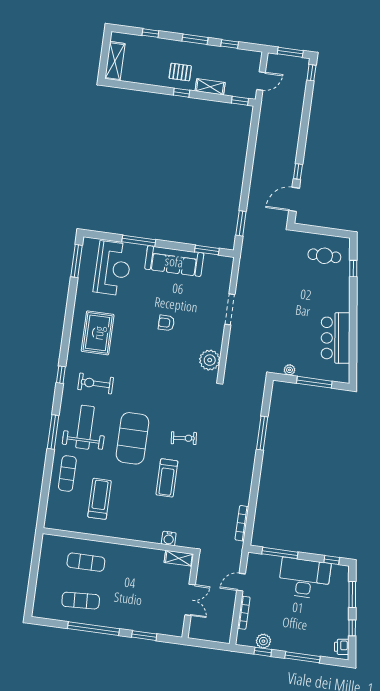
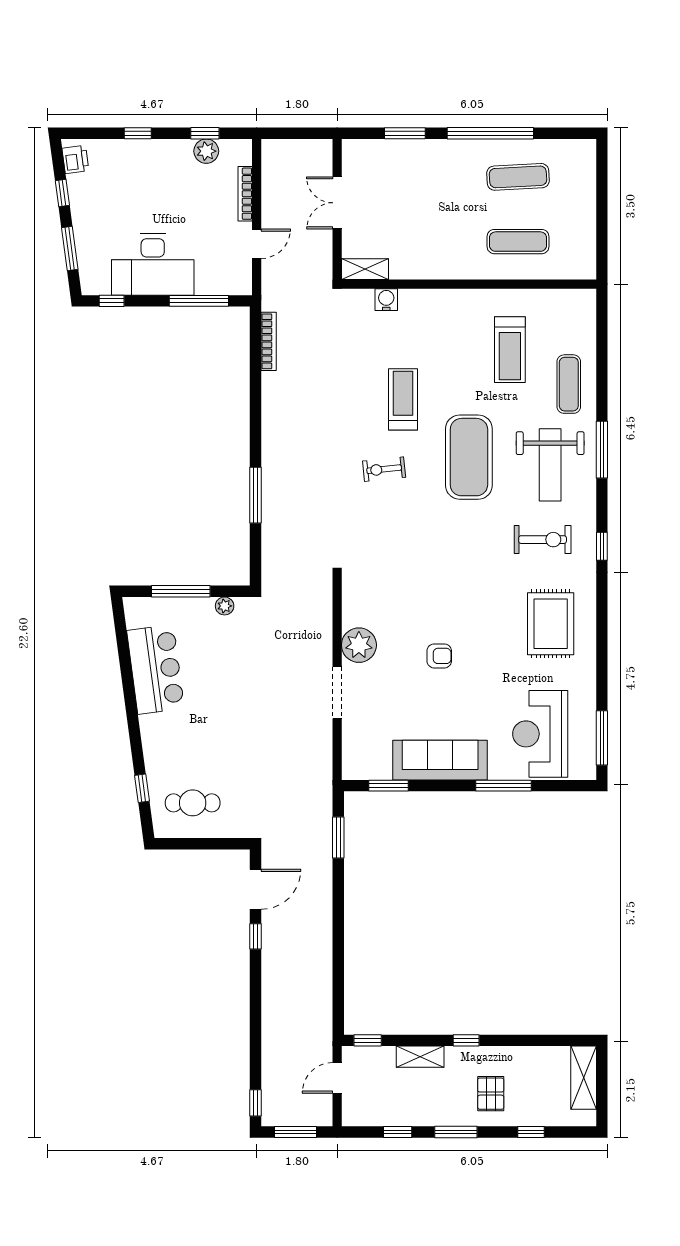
pallet: (180, 72) -> (491, 1094), moved, turned 90
plant: (210, 360) -> (359, 645), moved
window: (303, 657) -> (138, 133), width x0.46

